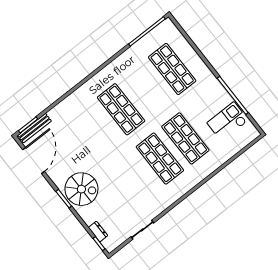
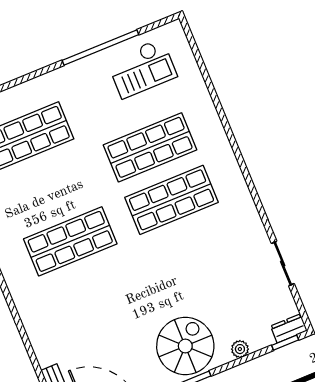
checkout: (228, 122) -> (142, 68), turned -90
plant: (88, 220) -> (240, 349), added
dresser: (98, 232) -> (289, 328), moved

